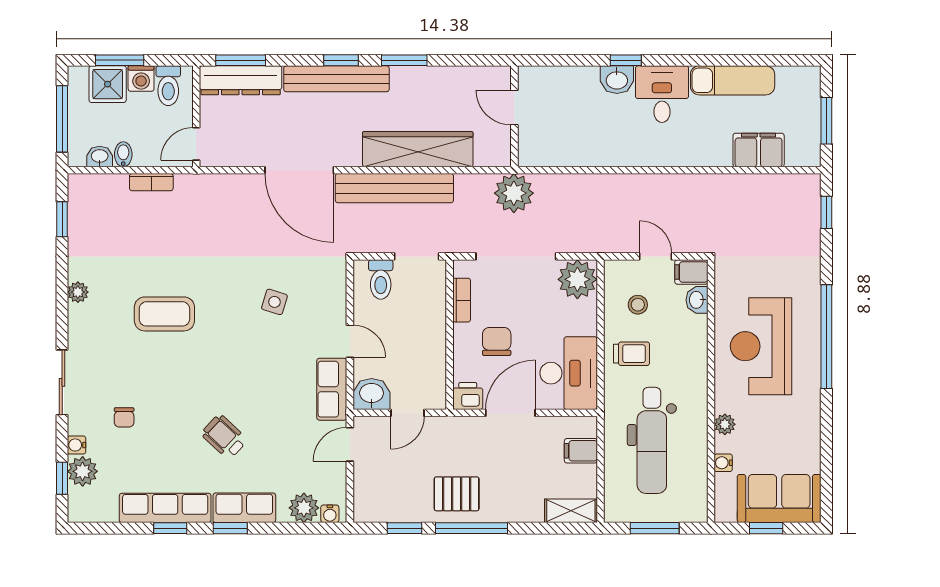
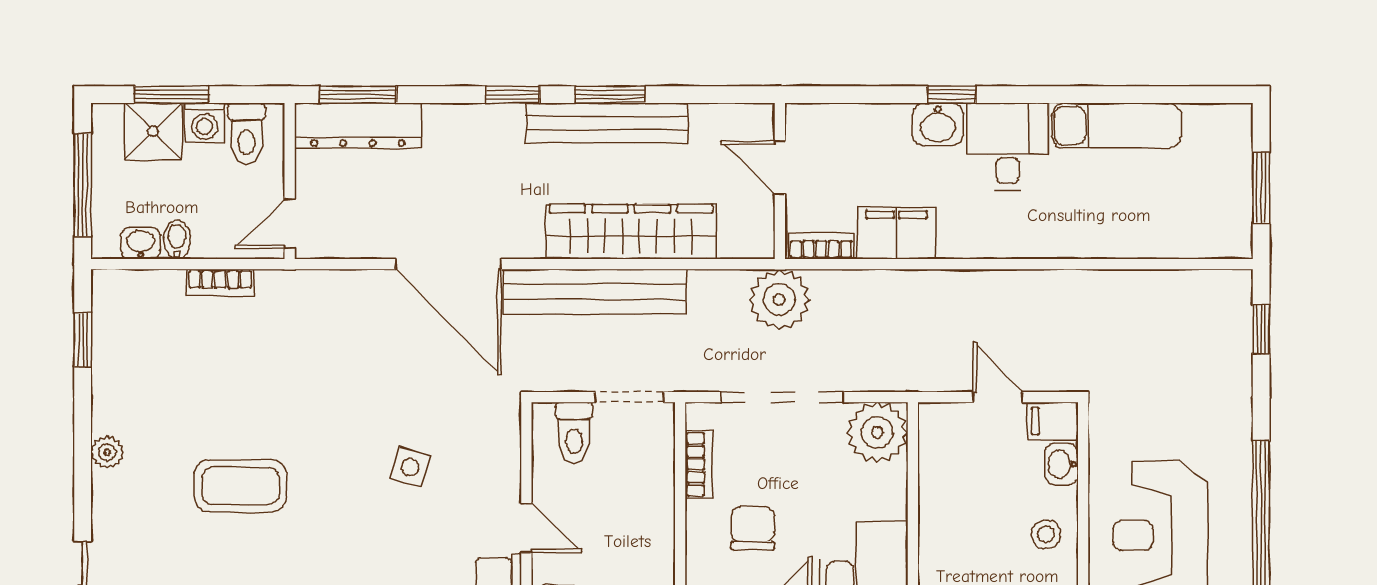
bench: (336, 79) -> (607, 123), moved
filing cabinet: (759, 150) -> (896, 233), moved
bookcase: (541, 158) -> (821, 246), added
stool: (638, 305) -> (1046, 534), moved
trolley: (632, 354) -> (961, 547), removed

